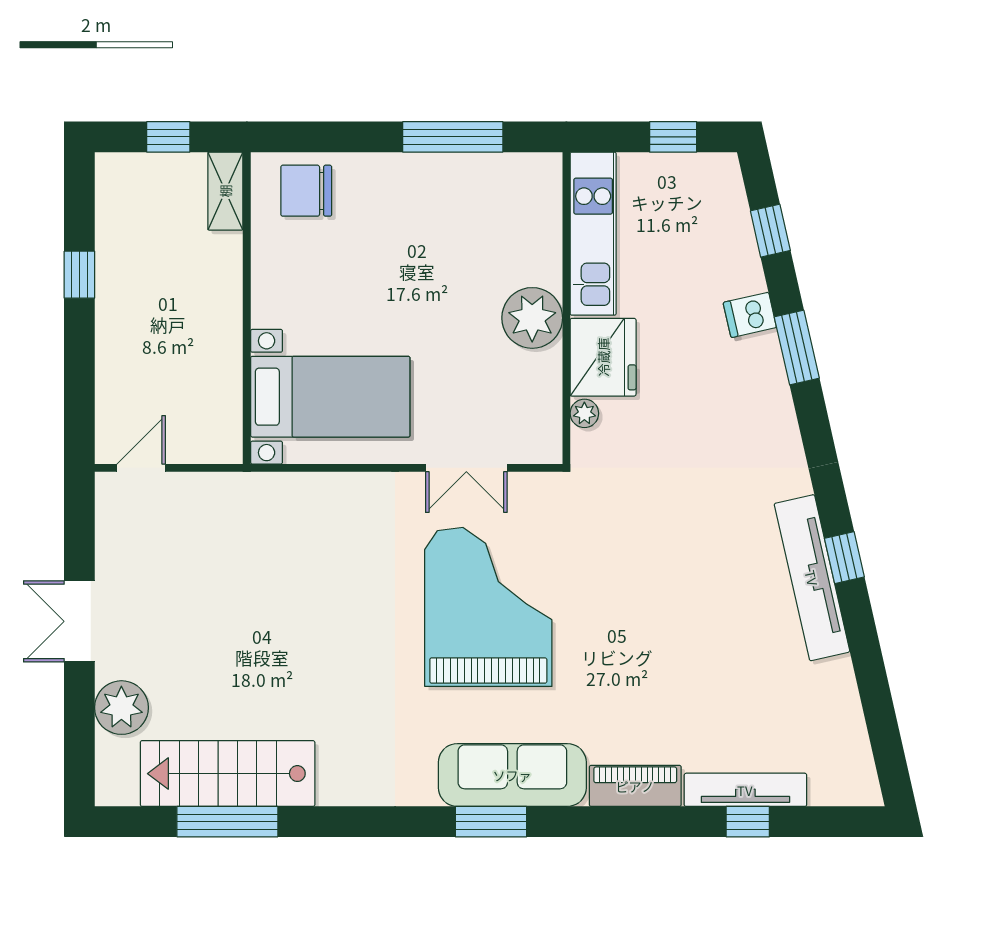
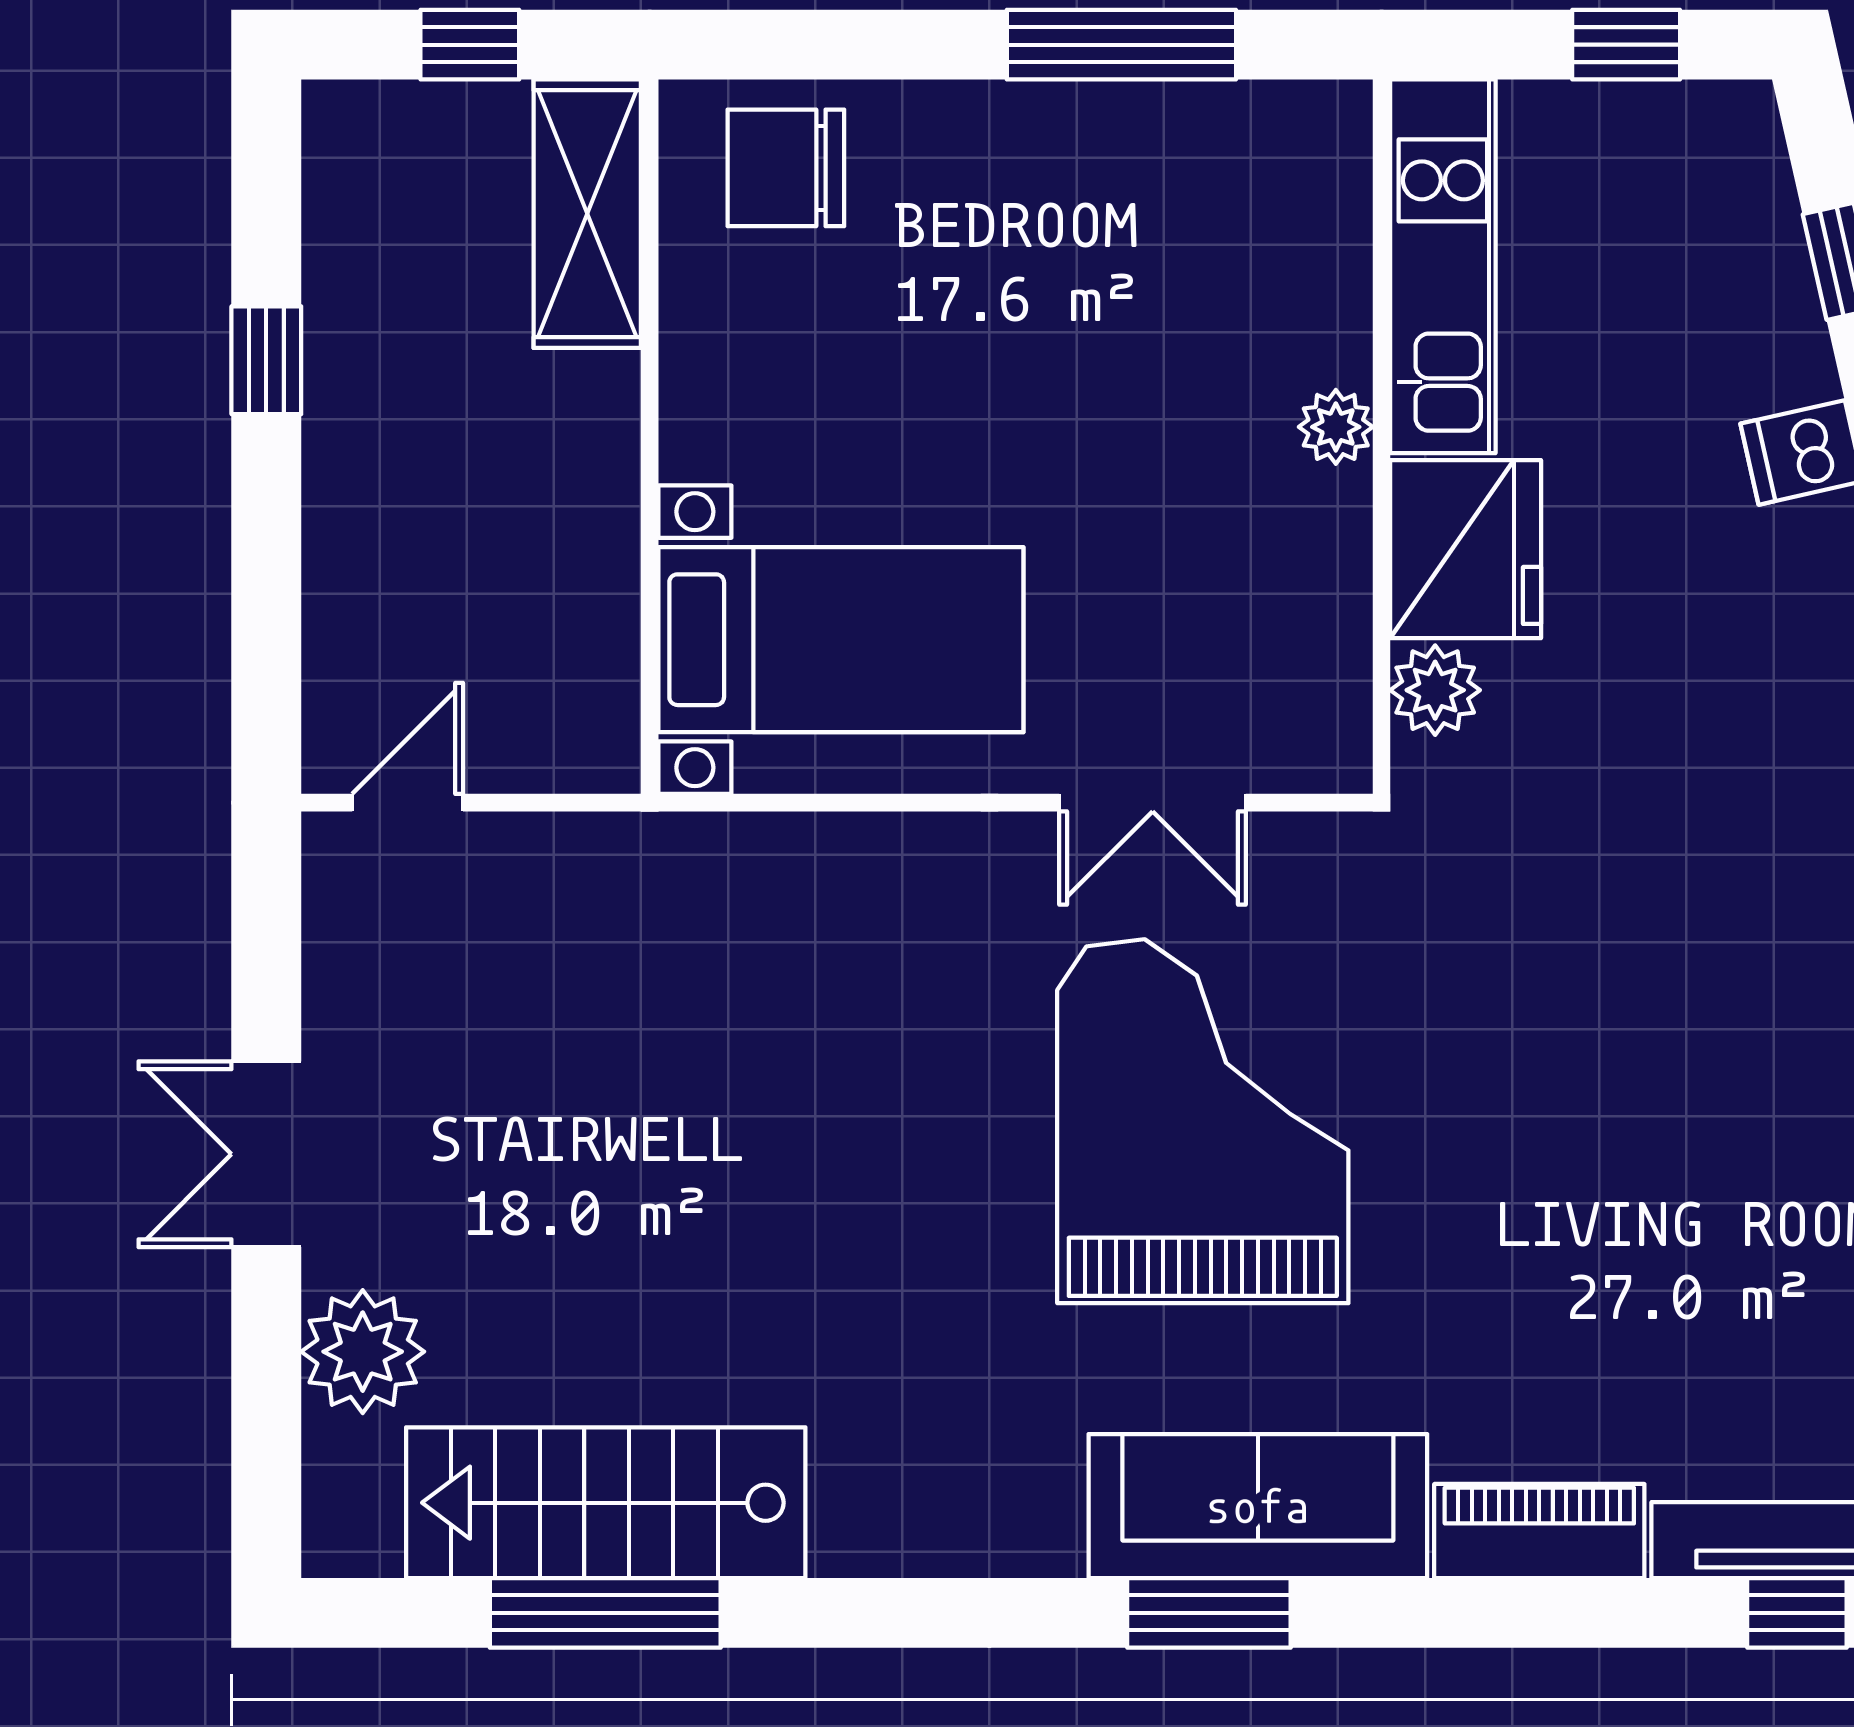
shelving: (225, 191) -> (587, 214), width x1.50, depth x1.33
plant: (532, 318) -> (1336, 427), width x0.53, depth x0.53
plant: (584, 413) -> (1435, 690), width x1.38, depth x1.38

